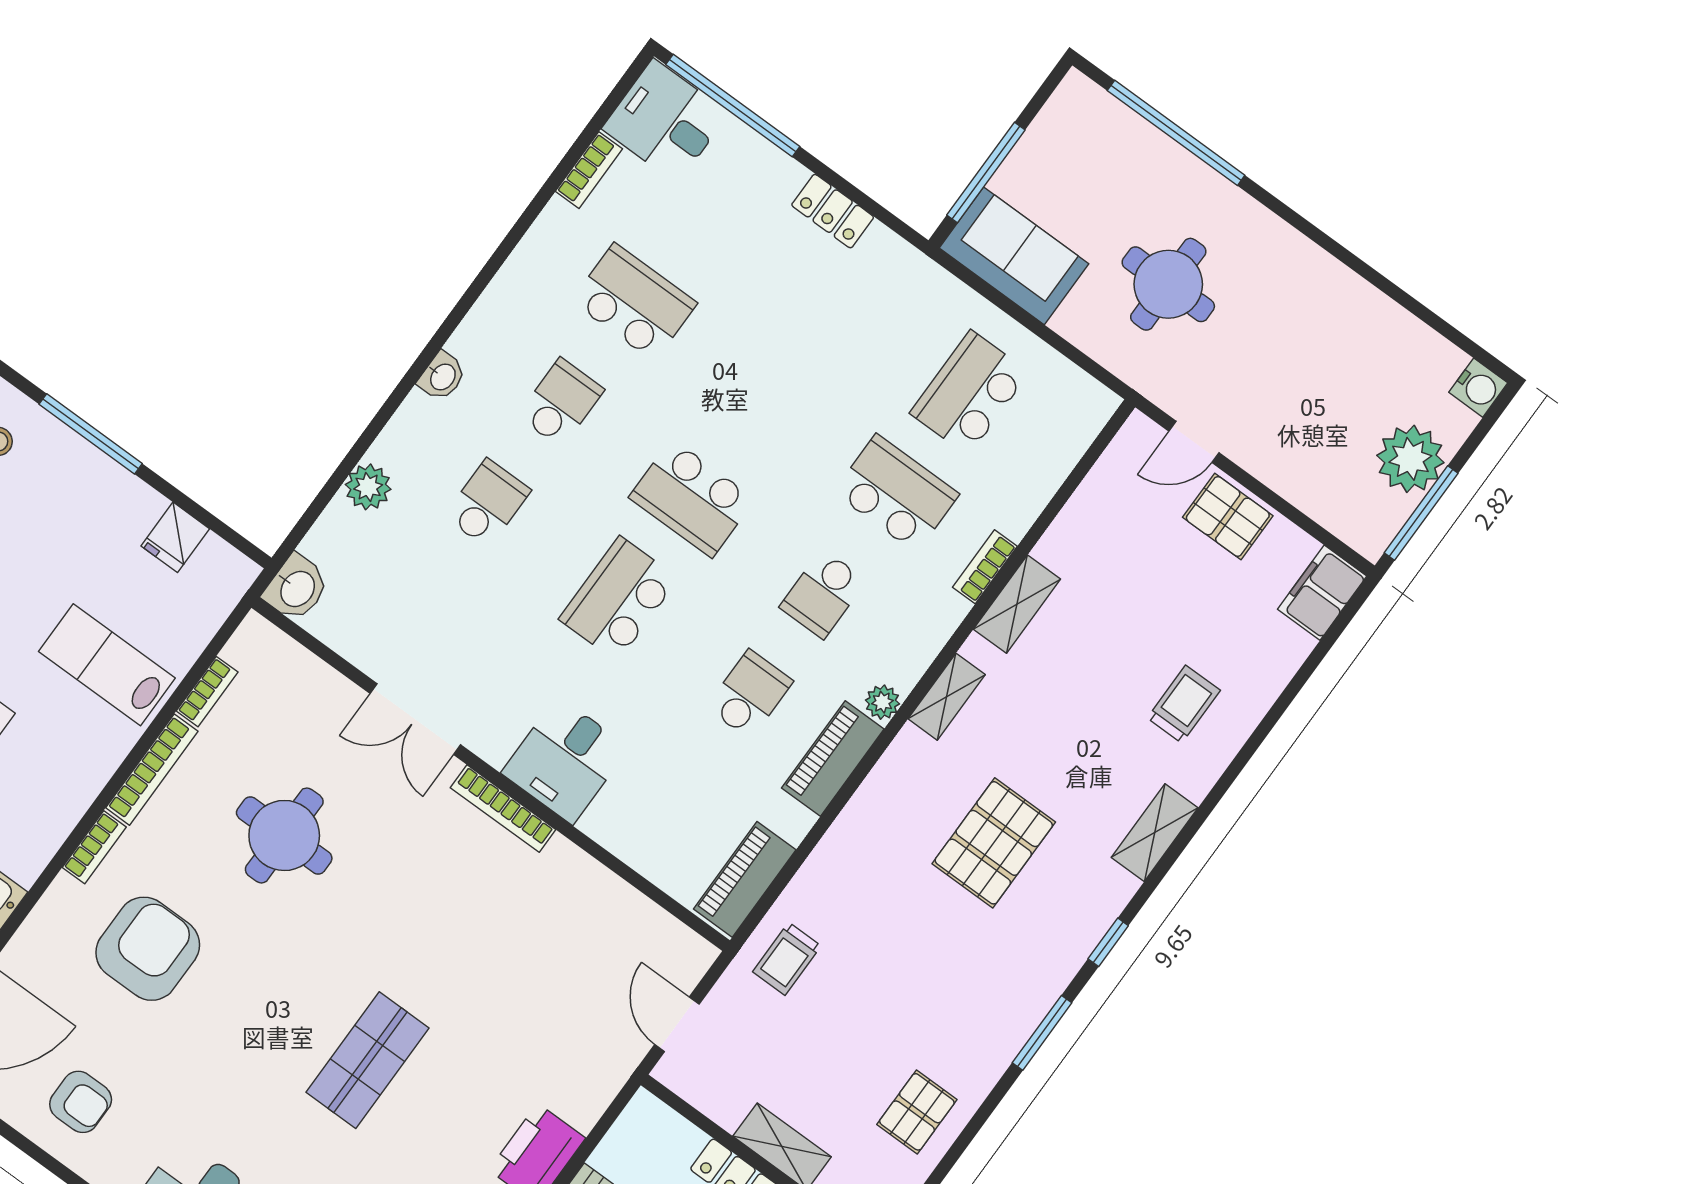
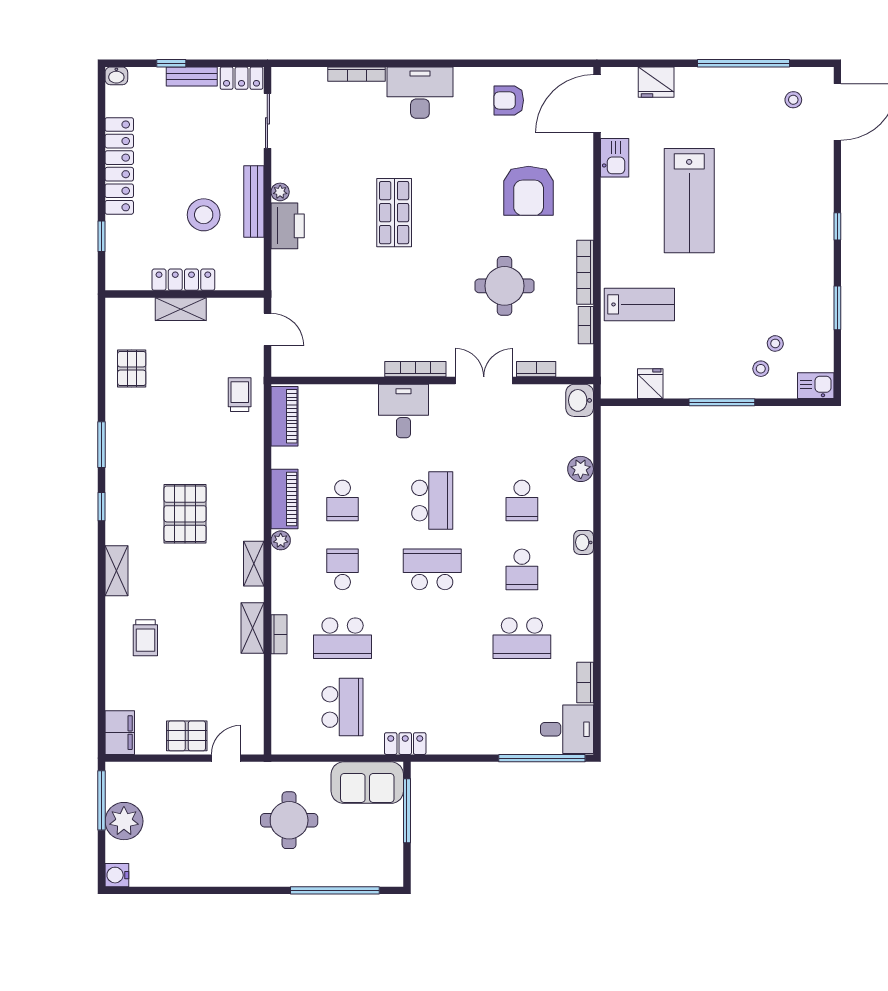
locker: (833, 211) -> (405, 744), moved
bookcase: (94, 847) -> (536, 369), moved, turned 90

